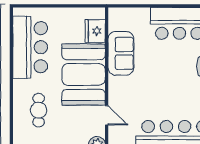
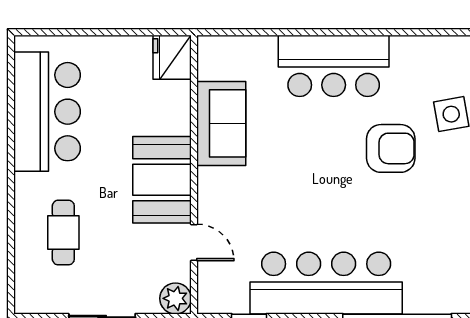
fridge: (95, 31) -> (172, 57), moved
booth: (84, 75) -> (162, 180), width x0.73, depth x0.70

